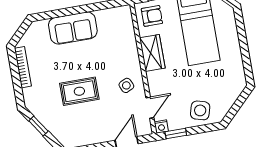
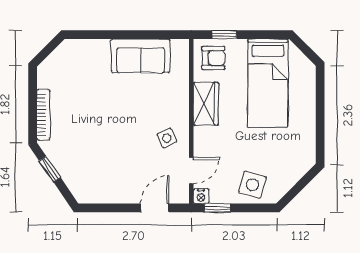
sofa: (73, 28) -> (141, 56), moved
bookcase: (23, 67) -> (43, 115), moved
rug: (79, 91) -> (108, 135), removed

